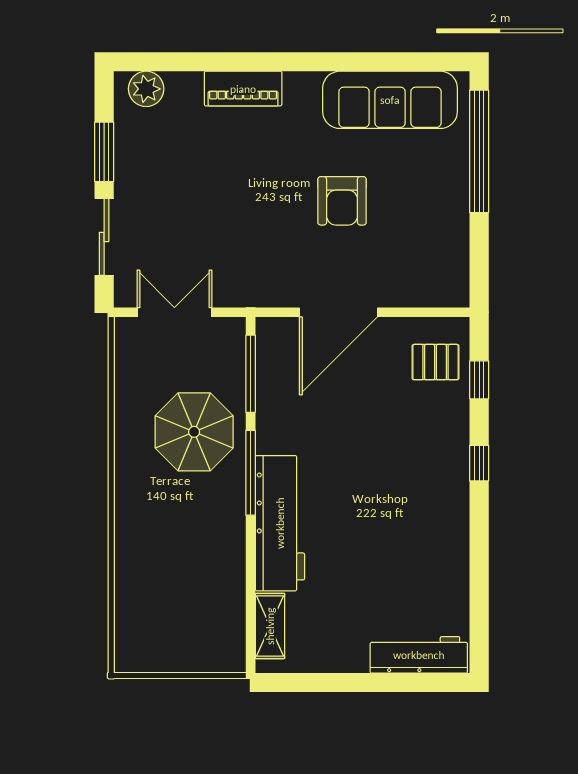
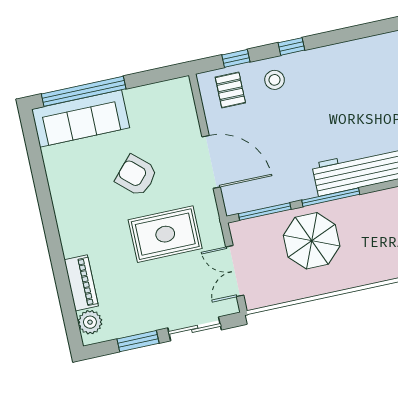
piano: (243, 89) -> (81, 283), moved
sofa: (390, 100) -> (81, 119), moved, turned 90
armchair: (342, 201) -> (136, 175), turned -138
rug: (249, 224) -> (165, 234), added
stool: (436, 429) -> (275, 80), added

